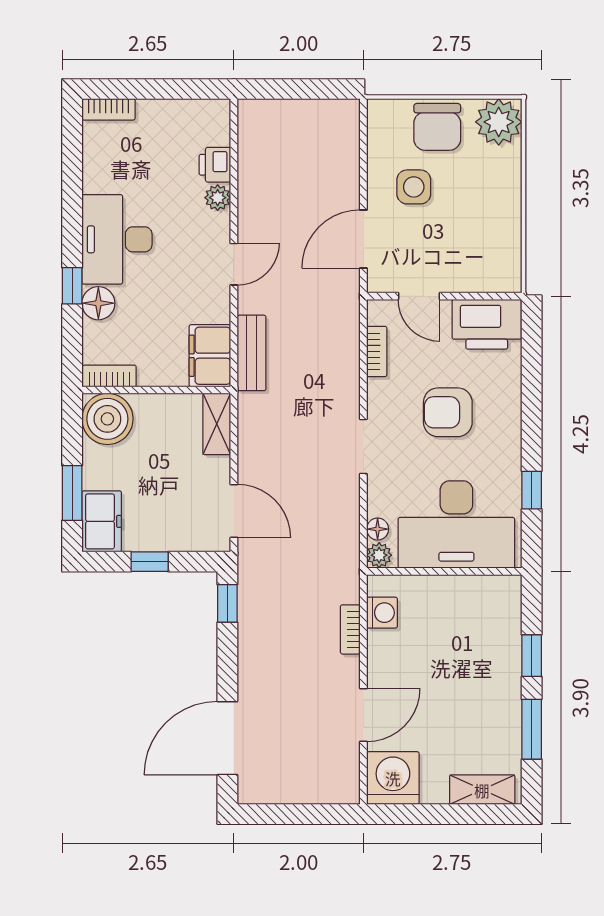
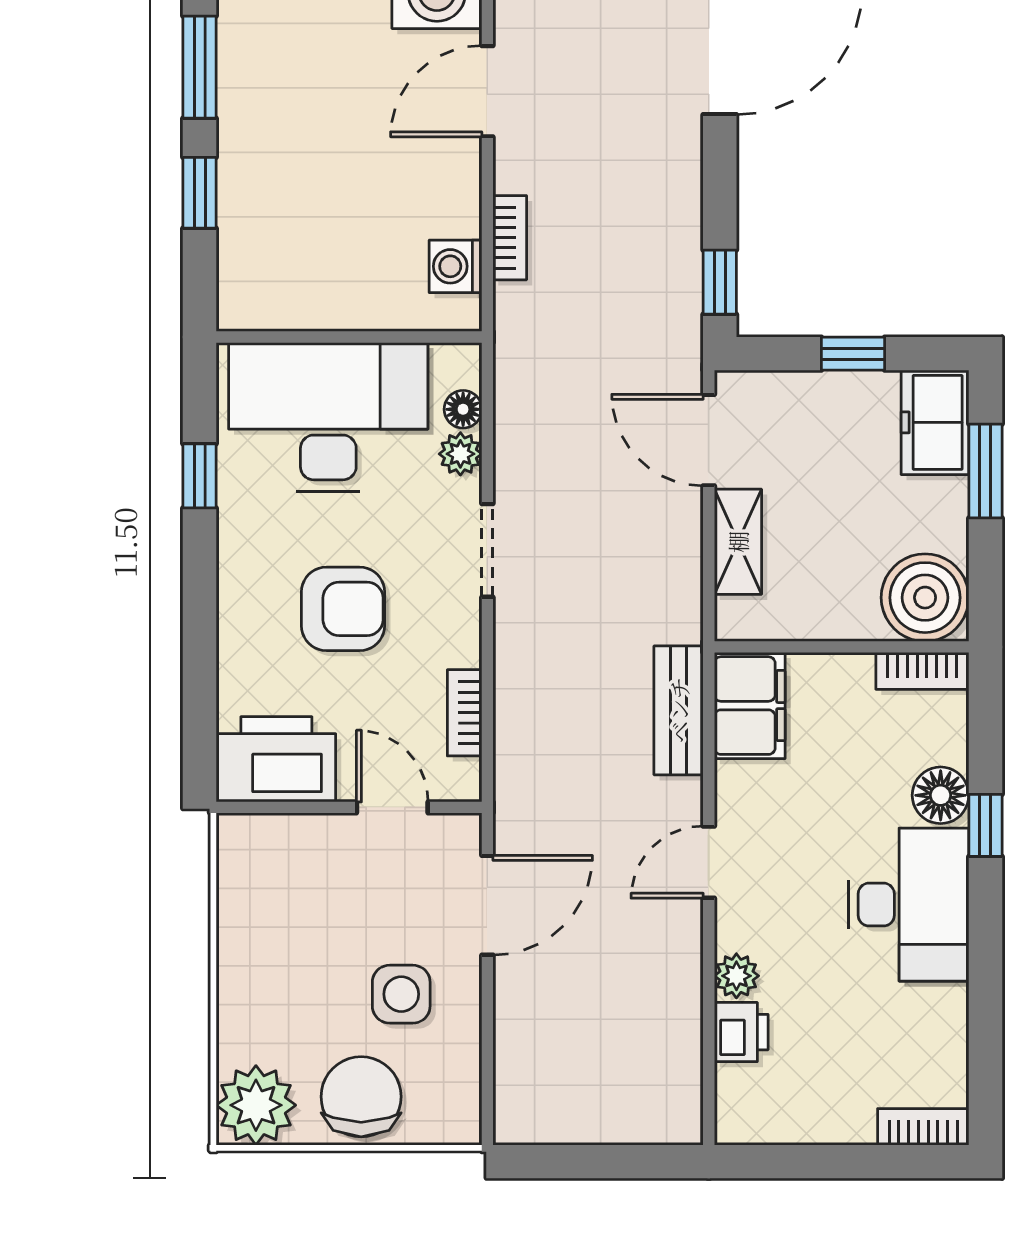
shelving: (217, 424) -> (738, 542), moved
plant: (379, 555) -> (460, 454), moved

